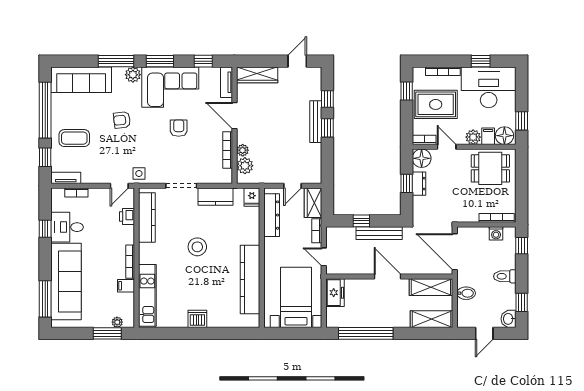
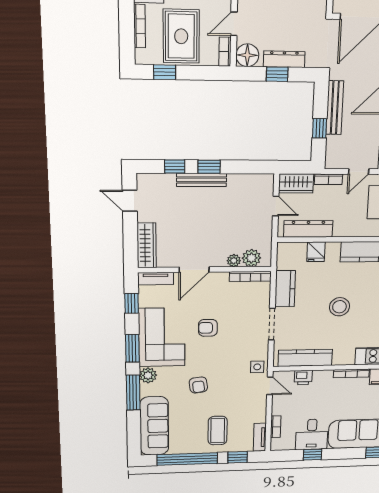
bookcase: (228, 150) -> (250, 276), moved
dresser: (419, 184) -> (284, 59), width x1.44
fridge: (252, 197) -> (316, 252), moved, turned 90

